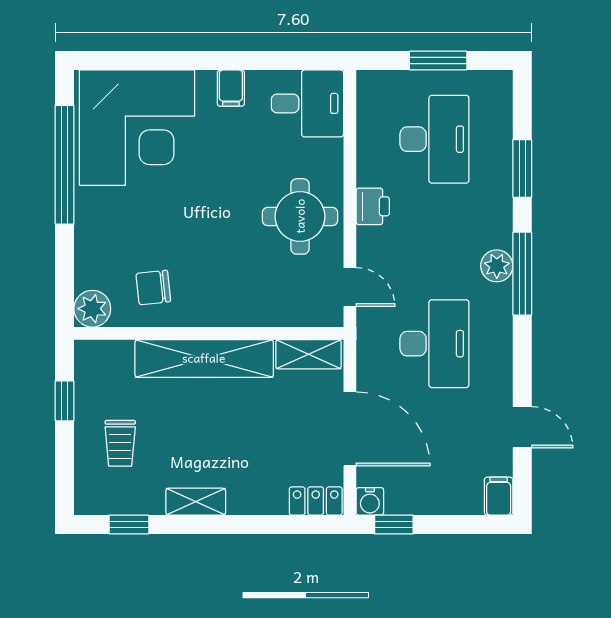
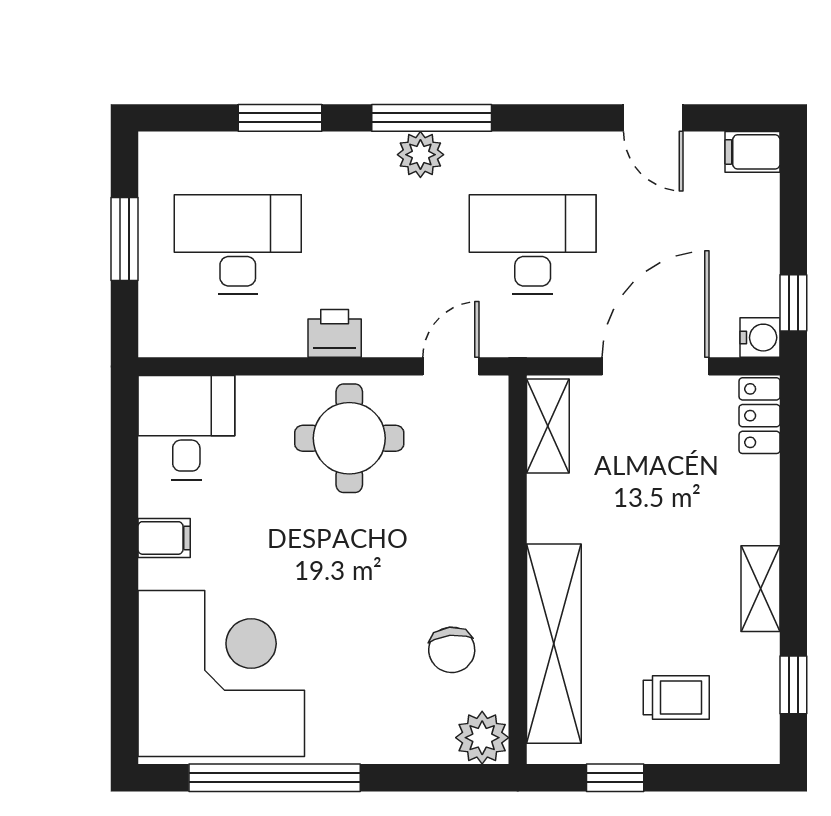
shelving: (204, 358) -> (554, 644), moved
door: (522, 427) -> (653, 118), swing flipped

